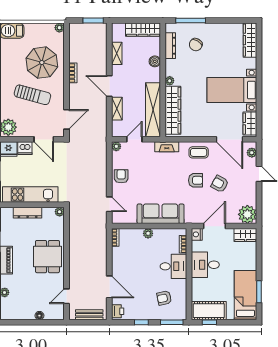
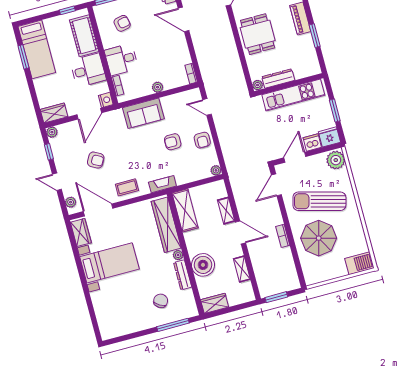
plant: (59, 28) -> (310, 280), removed
wardrobe: (143, 30) -> (215, 303), width x0.67
wardrobe: (250, 40) -> (104, 321), removed
dresser: (170, 46) -> (183, 275), moved
boiler: (155, 61) -> (203, 265), width x1.86, depth x1.86
sun lounger: (32, 95) -> (319, 201), width x1.36, depth x1.34
shelving: (153, 110) -> (185, 210), width x0.68
door: (44, 139) -> (295, 157), hinge flipped
door: (134, 139) -> (199, 183), removed
armchair: (196, 180) -> (173, 142), moved
window: (259, 202) -> (49, 152), added
dresser: (28, 213) -> (278, 78), moved
sofa: (161, 214) -> (143, 113), width x0.73
plant: (247, 214) -> (52, 132), width x0.53, depth x0.53
cot: (209, 311) -> (84, 36), moved, turned 90

